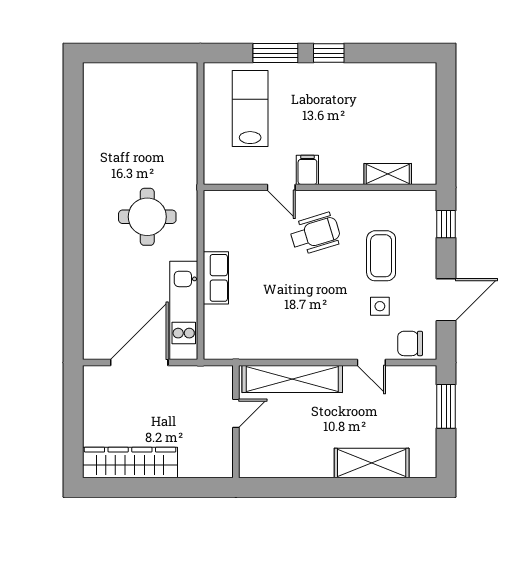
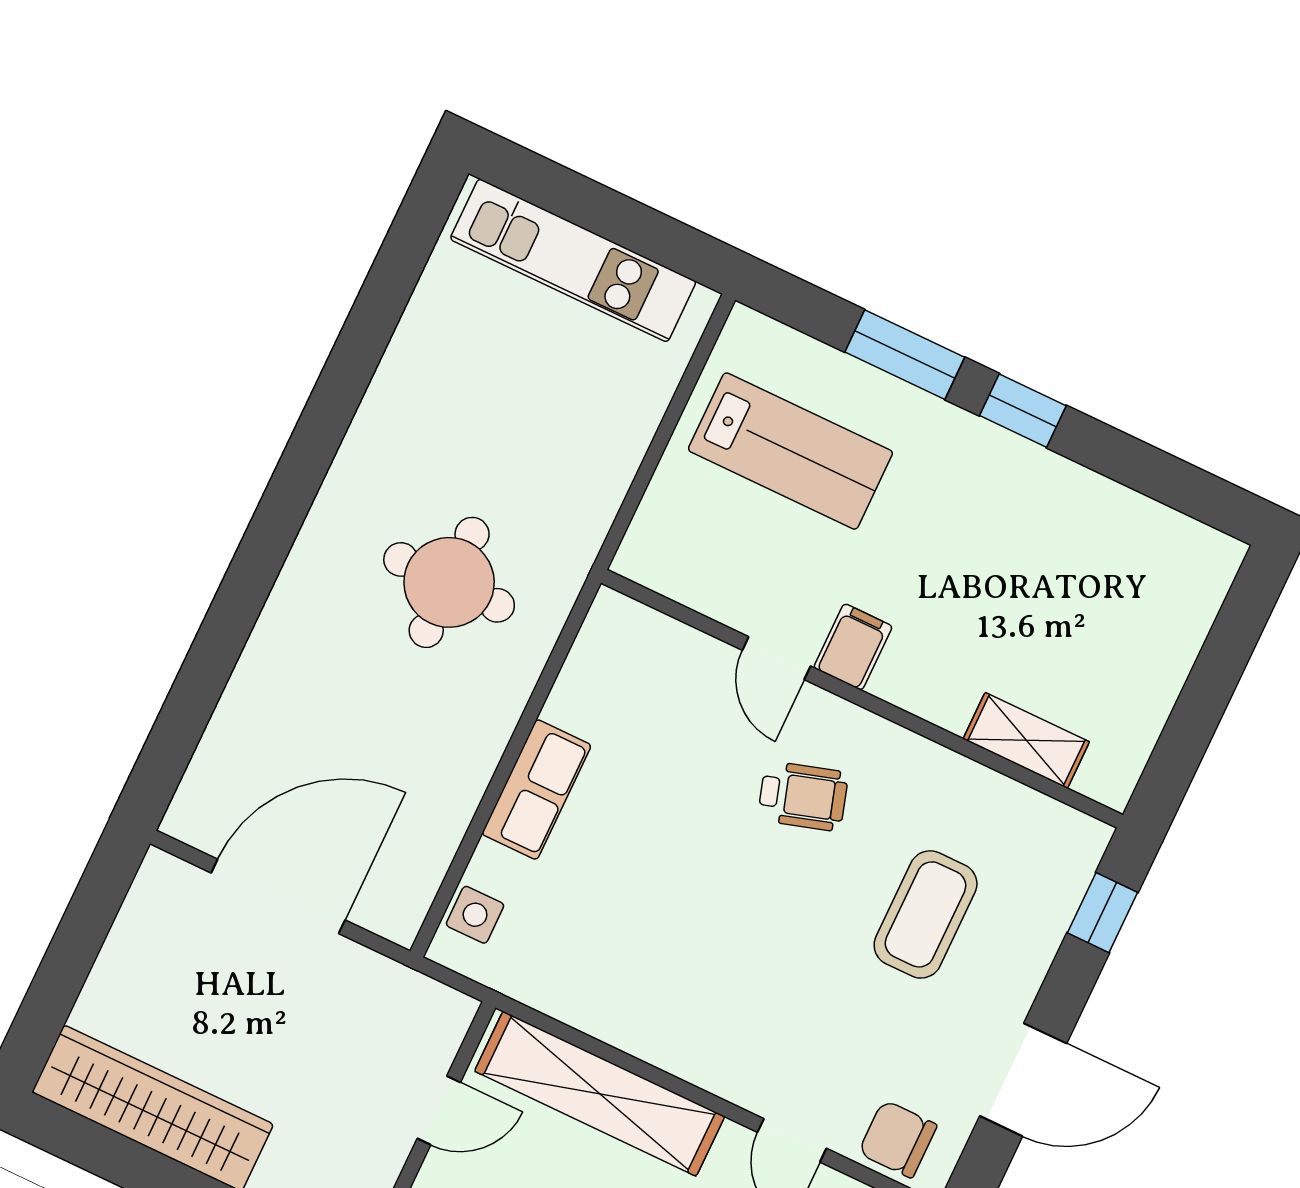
lab bench: (250, 109) -> (790, 451), turned 90
wheelchair: (315, 234) -> (803, 796), width x0.73, depth x0.73
side table: (380, 306) -> (475, 915), moved
kitchen unit: (184, 310) -> (573, 260), moved, turned -90

